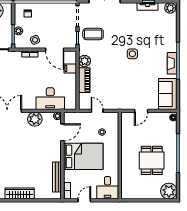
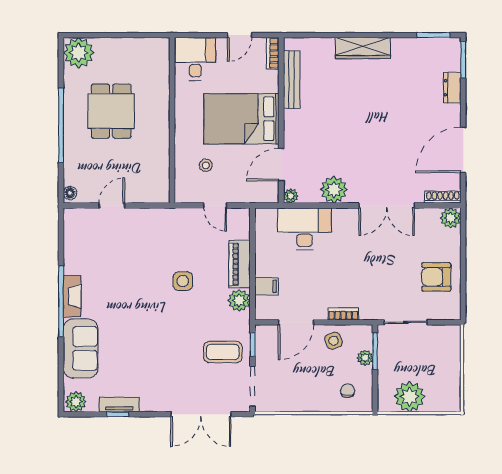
door: (55, 50) -> (296, 322), swing flipped
side table: (132, 54) -> (183, 281), moved
sofa: (168, 94) -> (81, 348), moved
door: (141, 111) -> (112, 206), moved

